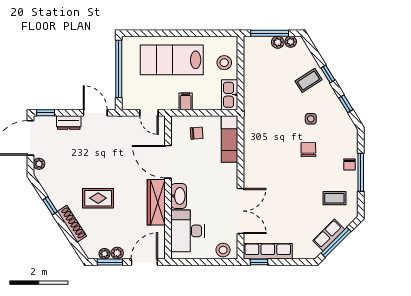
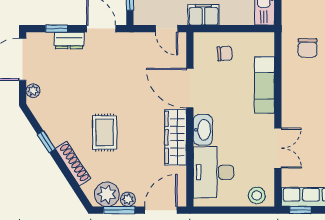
filing cabinet: (186, 101) -> (203, 15), width x2.00
window: (46, 113) -> (57, 29), moved
chair: (265, 129) -> (308, 48), added
exam couch: (229, 139) -> (264, 85), moved
rug: (98, 198) -> (105, 132), turned 90
double door: (241, 211) -> (278, 148), width x0.73
plant: (105, 254) -> (107, 194), width x1.87, depth x1.87

